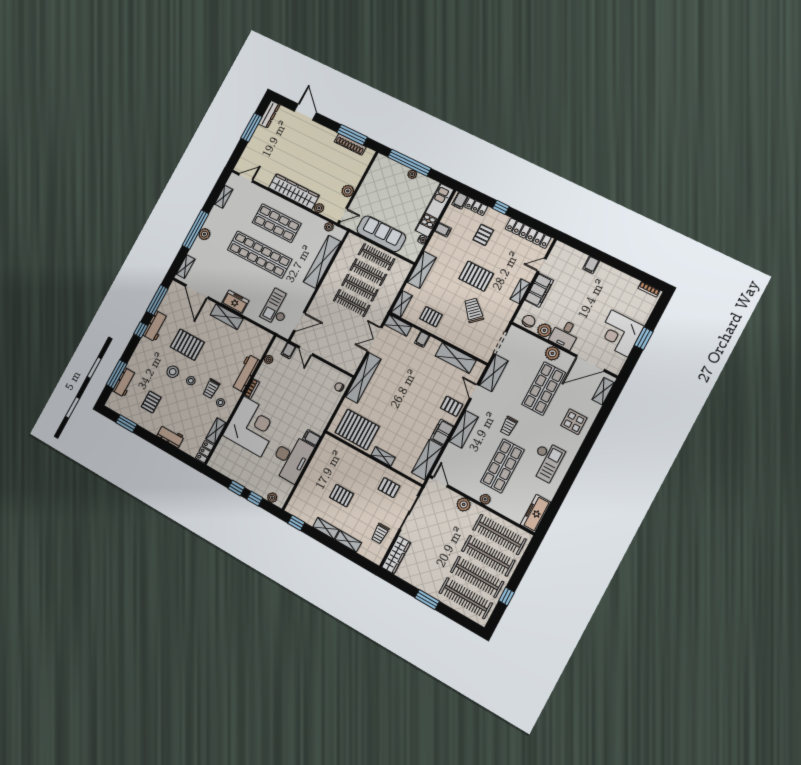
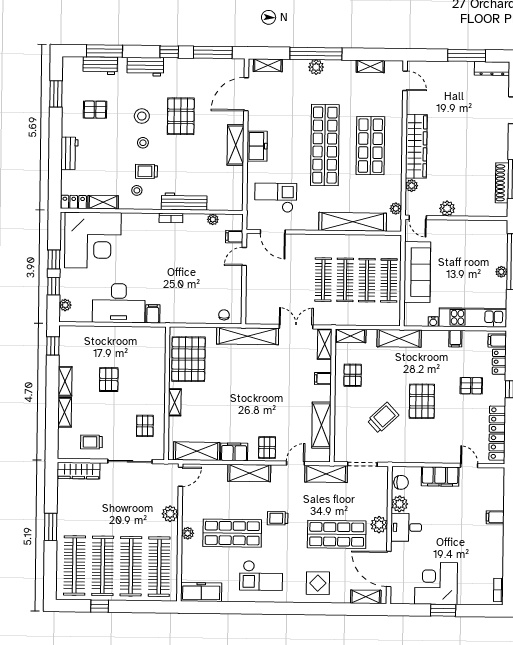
shelving: (520, 291) -> (429, 457), removed
workbench: (156, 326) -> (145, 67), moved
corner desk: (252, 426) -> (93, 240), moved

